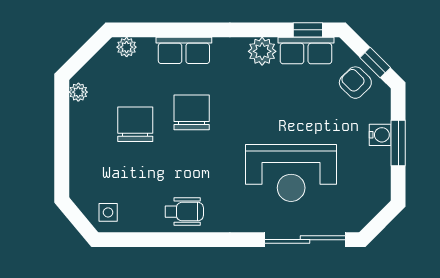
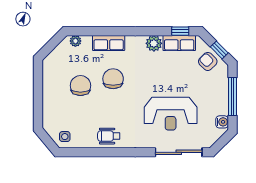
plant: (78, 92) -> (48, 67), removed
water cooler: (380, 135) -> (222, 122), moved
window: (398, 143) -> (232, 96), width x1.44
wheelchair: (184, 212) -> (109, 136), turned 180

